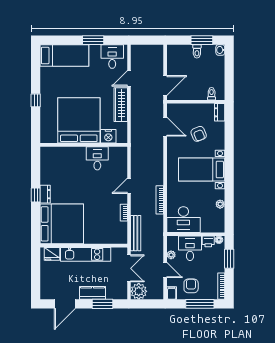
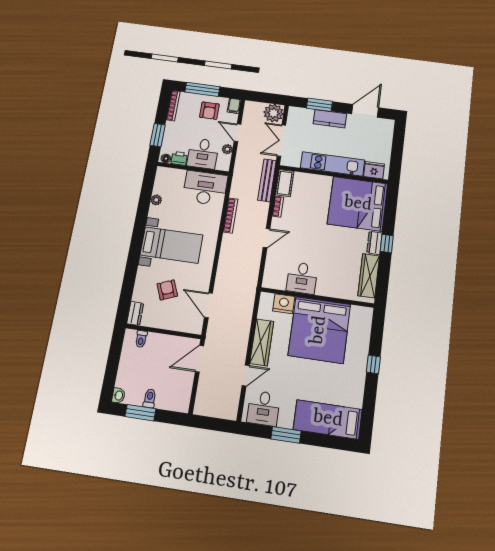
wardrobe: (47, 167) -> (369, 276), added
cot: (121, 233) -> (285, 183), added

